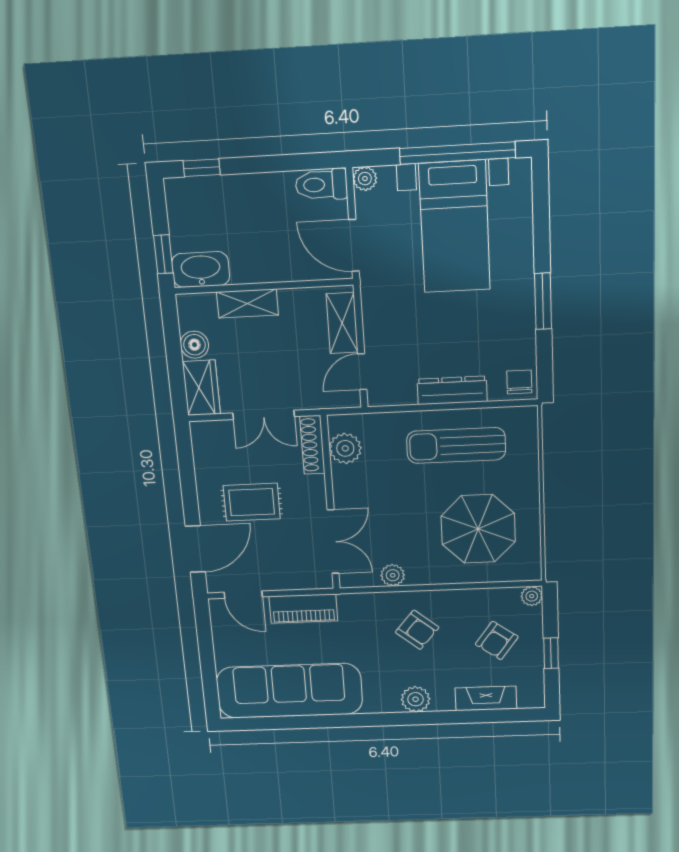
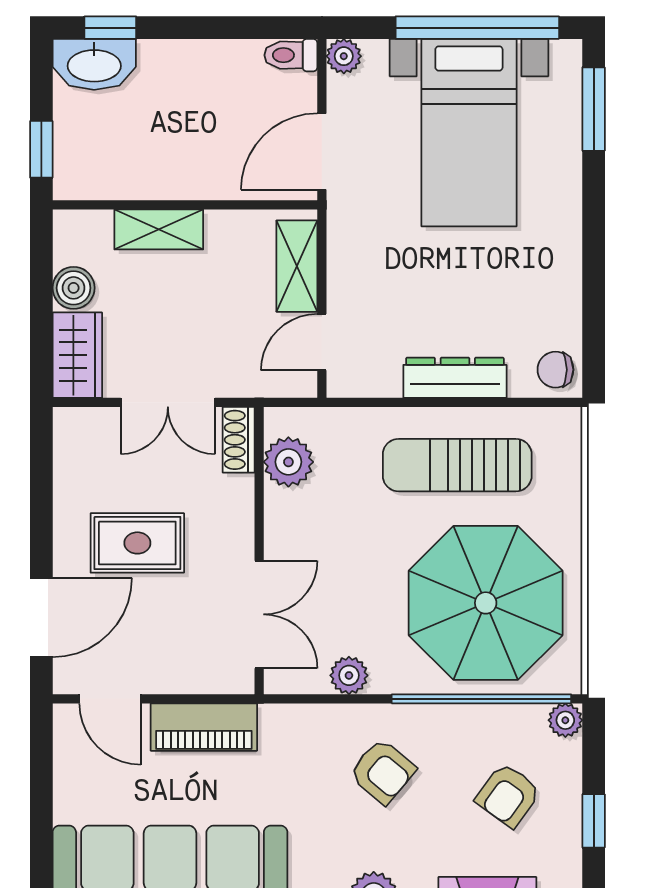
toilet: (321, 185) -> (291, 55), width x0.73, depth x0.72
door: (354, 245) -> (322, 152), hinge flipped
washbasin: (201, 269) -> (94, 64), moved, turned 180
window: (543, 301) -> (594, 109), moved
chair: (519, 382) -> (555, 370), turned -90
shoe rack: (312, 445) -> (239, 440), width x0.70
parasol: (478, 529) -> (486, 603), width x1.36, depth x1.36
window: (478, 586) -> (481, 699), added

